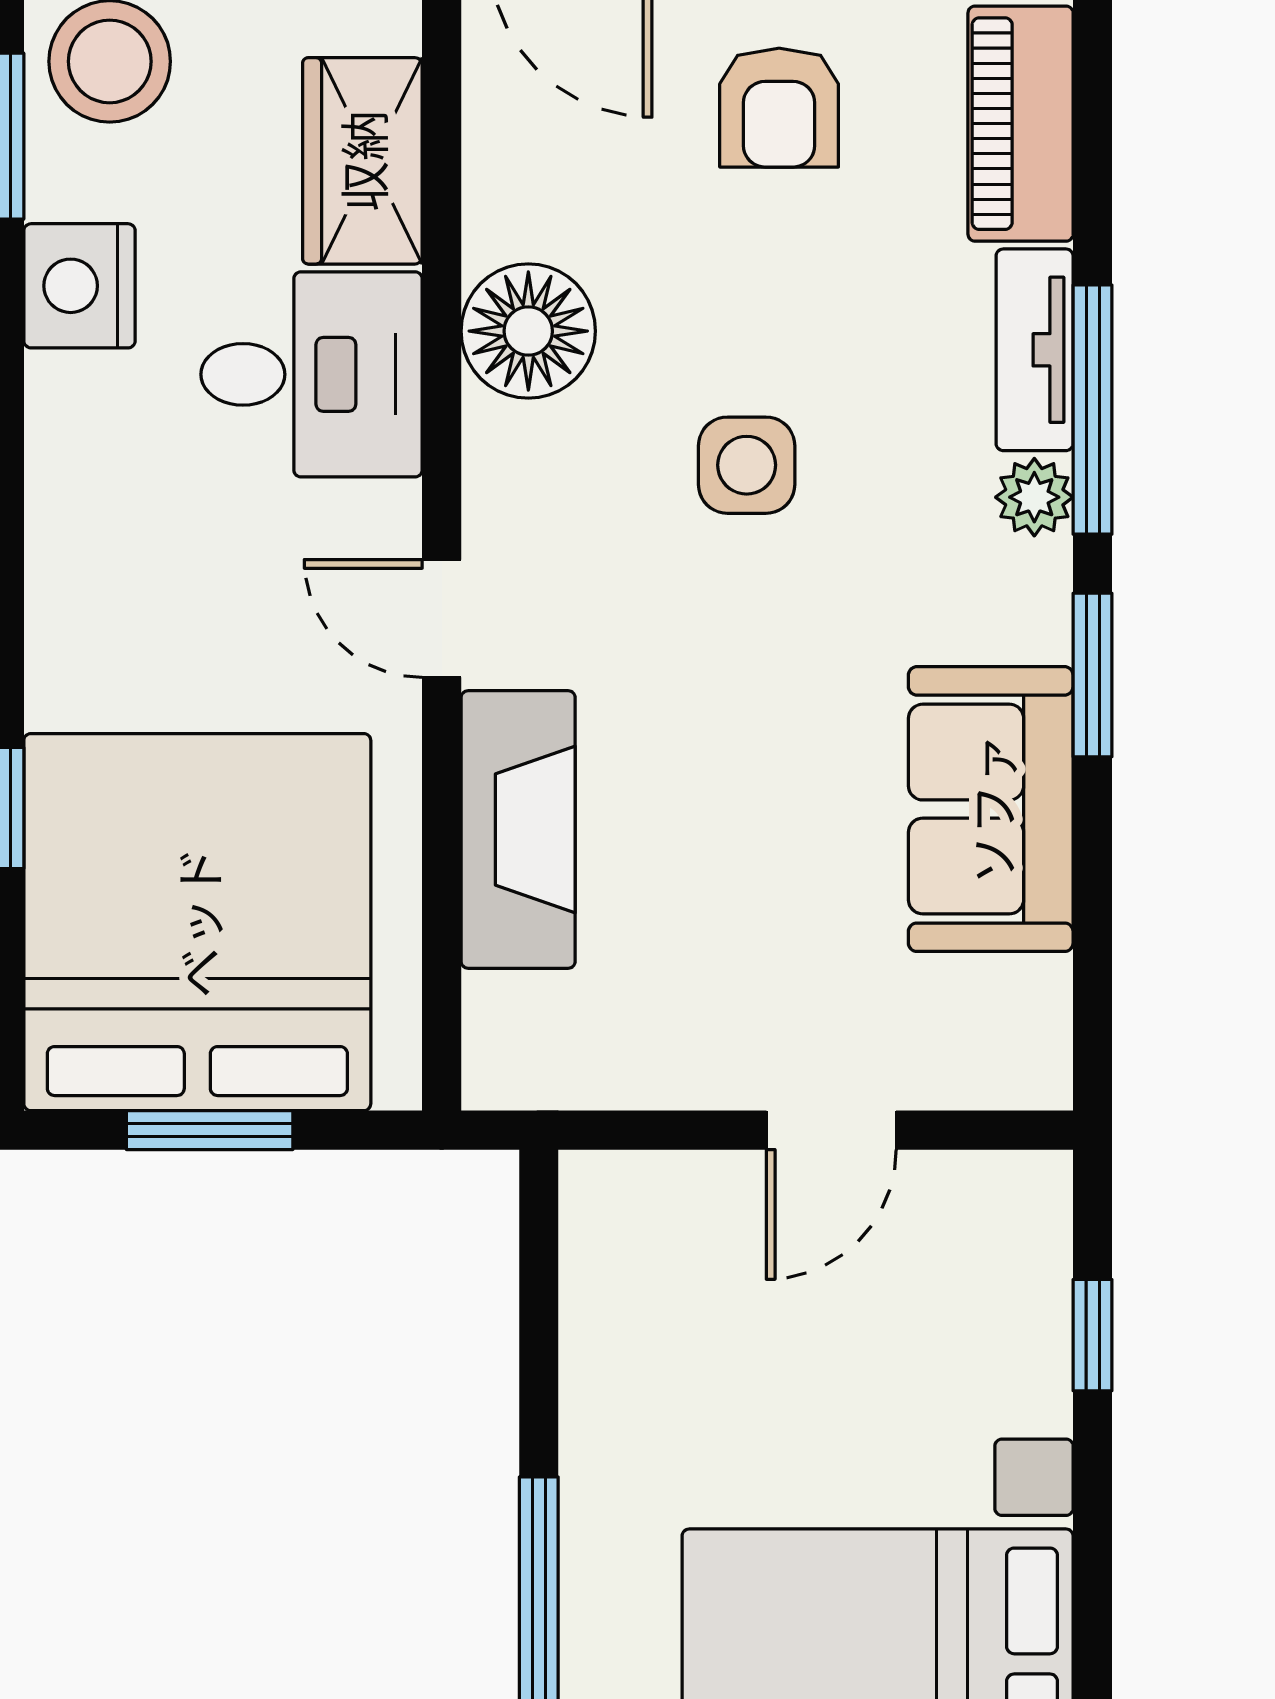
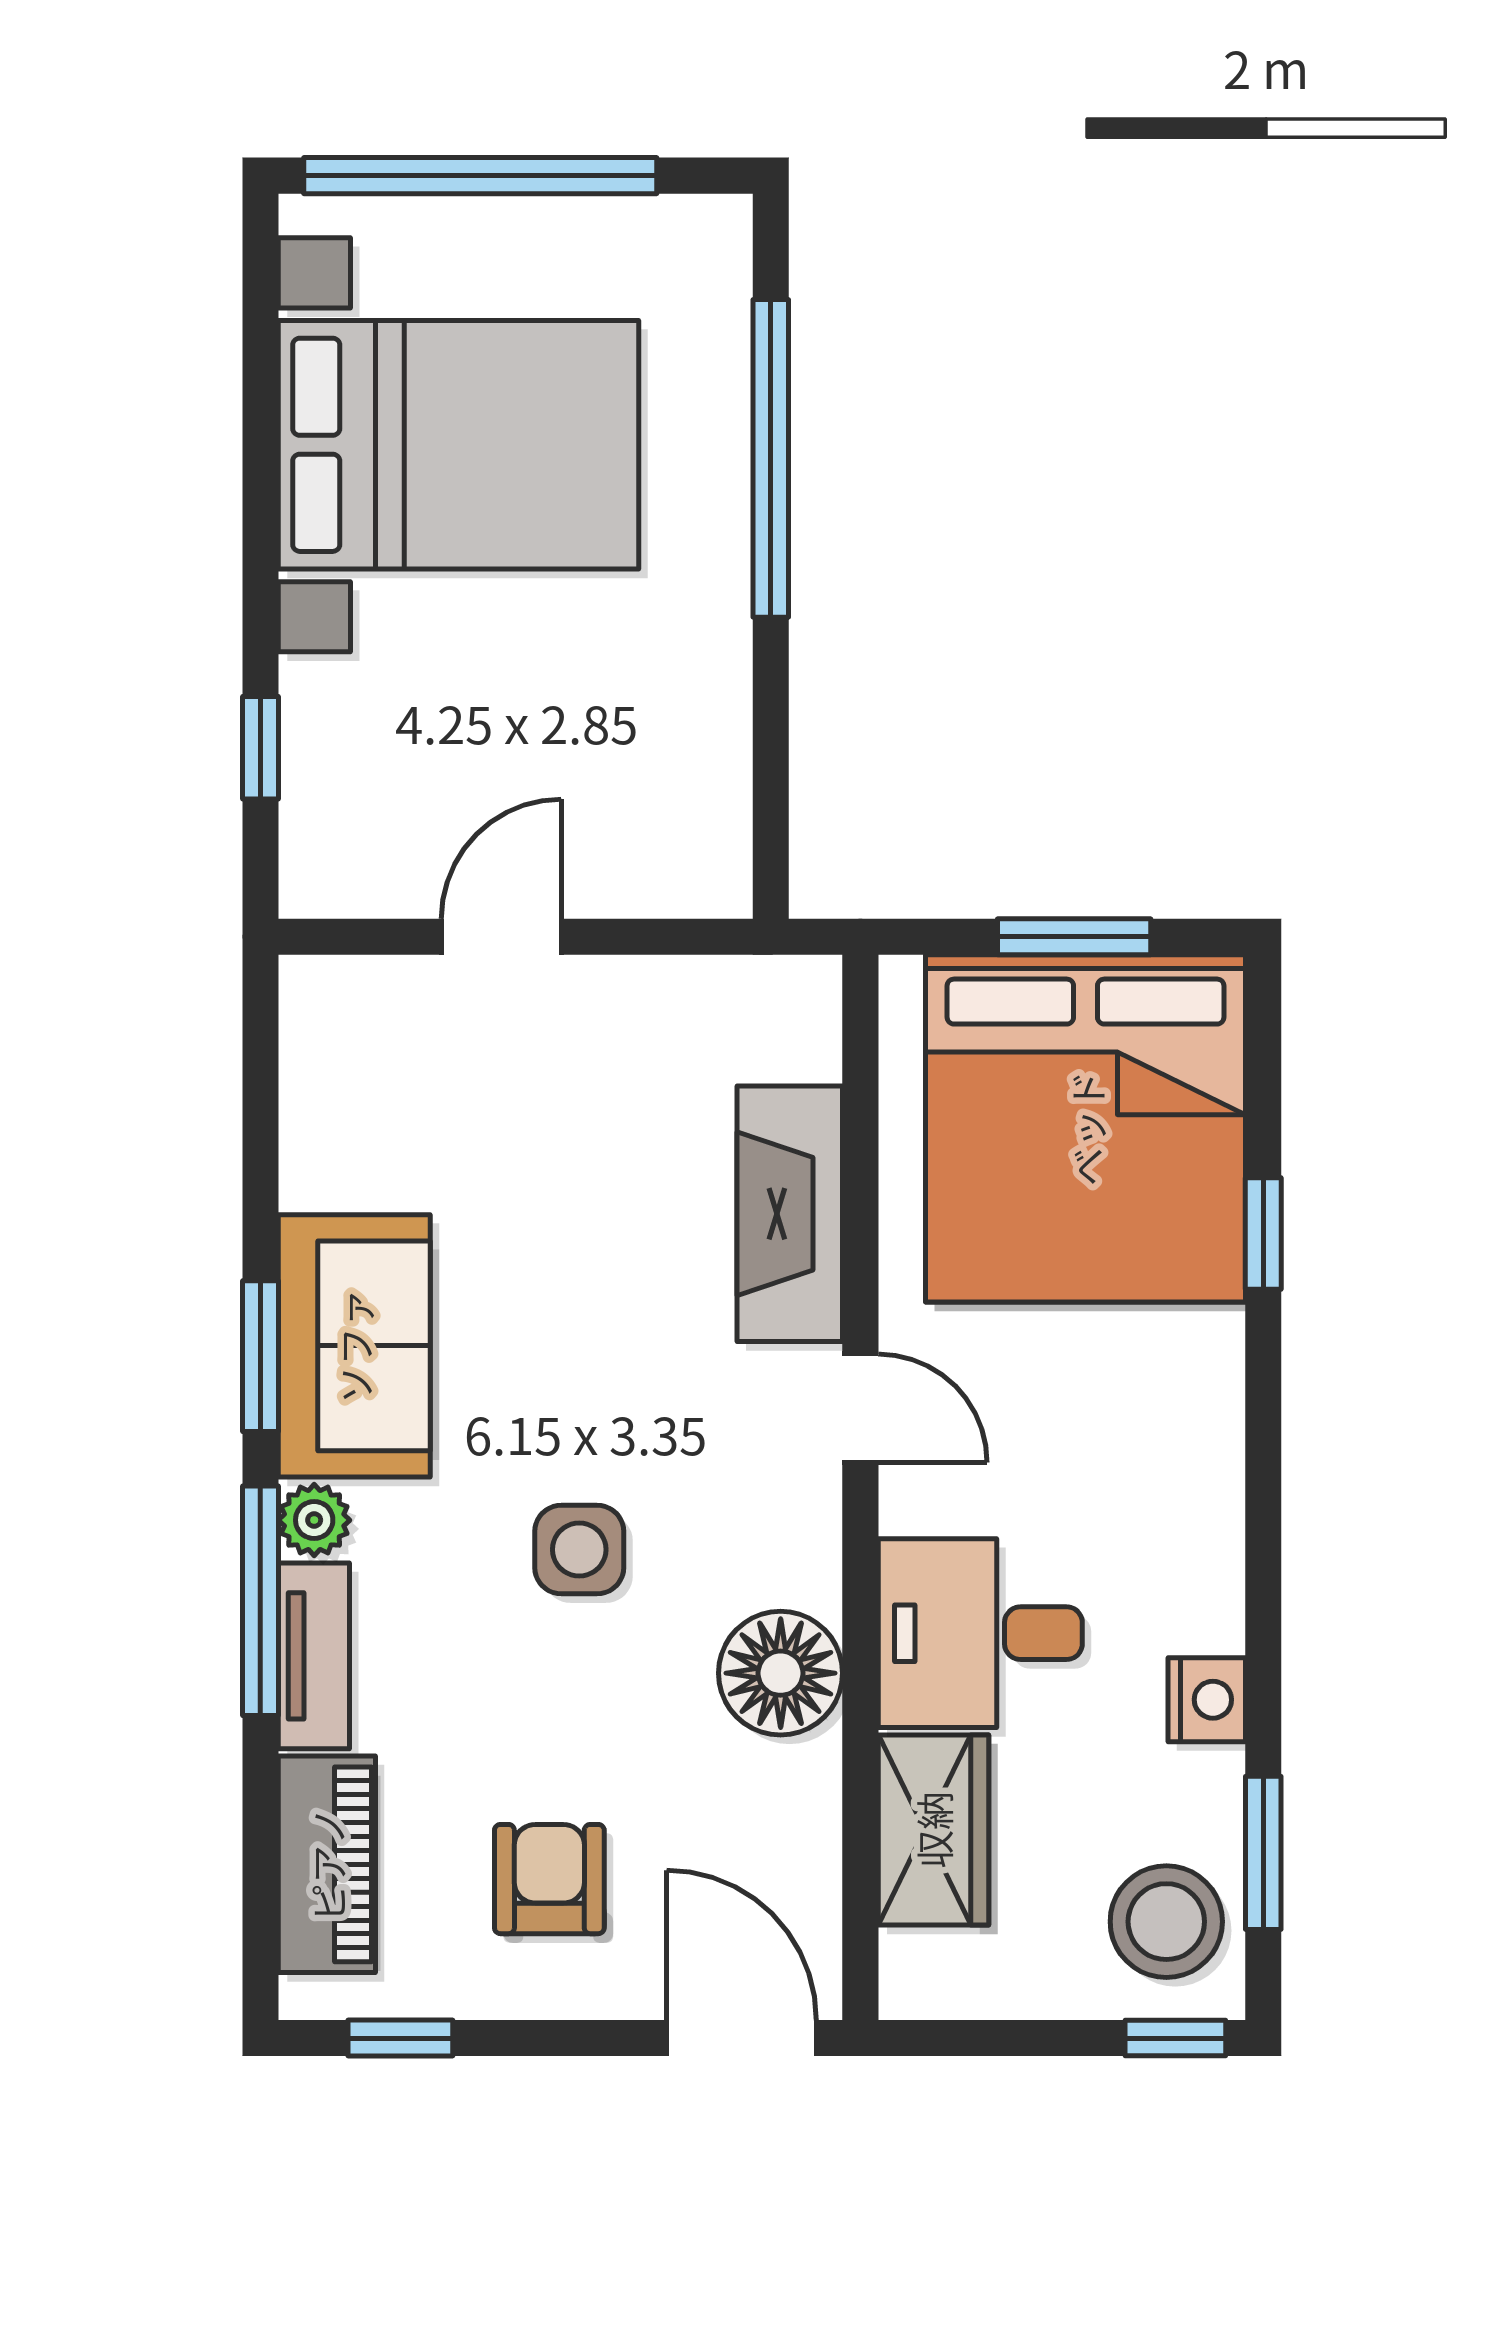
nightstand: (80, 286) -> (1207, 1700), width x0.74, depth x0.75
sofa: (991, 809) -> (354, 1346), moved

